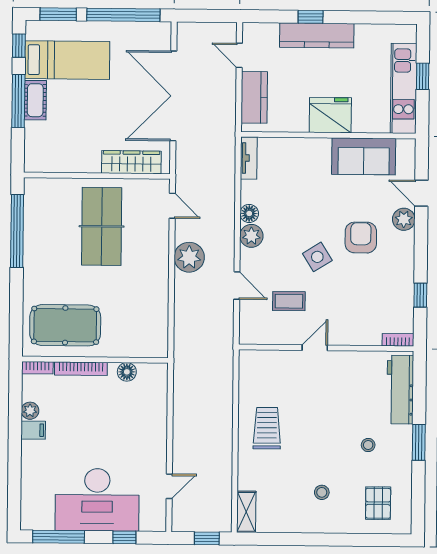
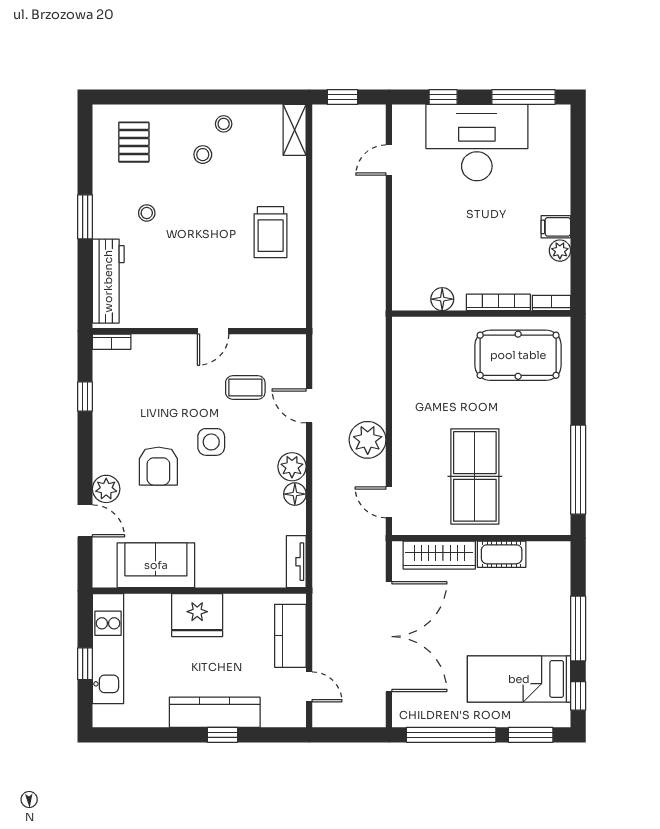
cot: (35, 100) -> (502, 554), moved, turned 90
side table: (317, 257) -> (211, 442), turned 32
stool: (304, 517) -> (224, 124), added

